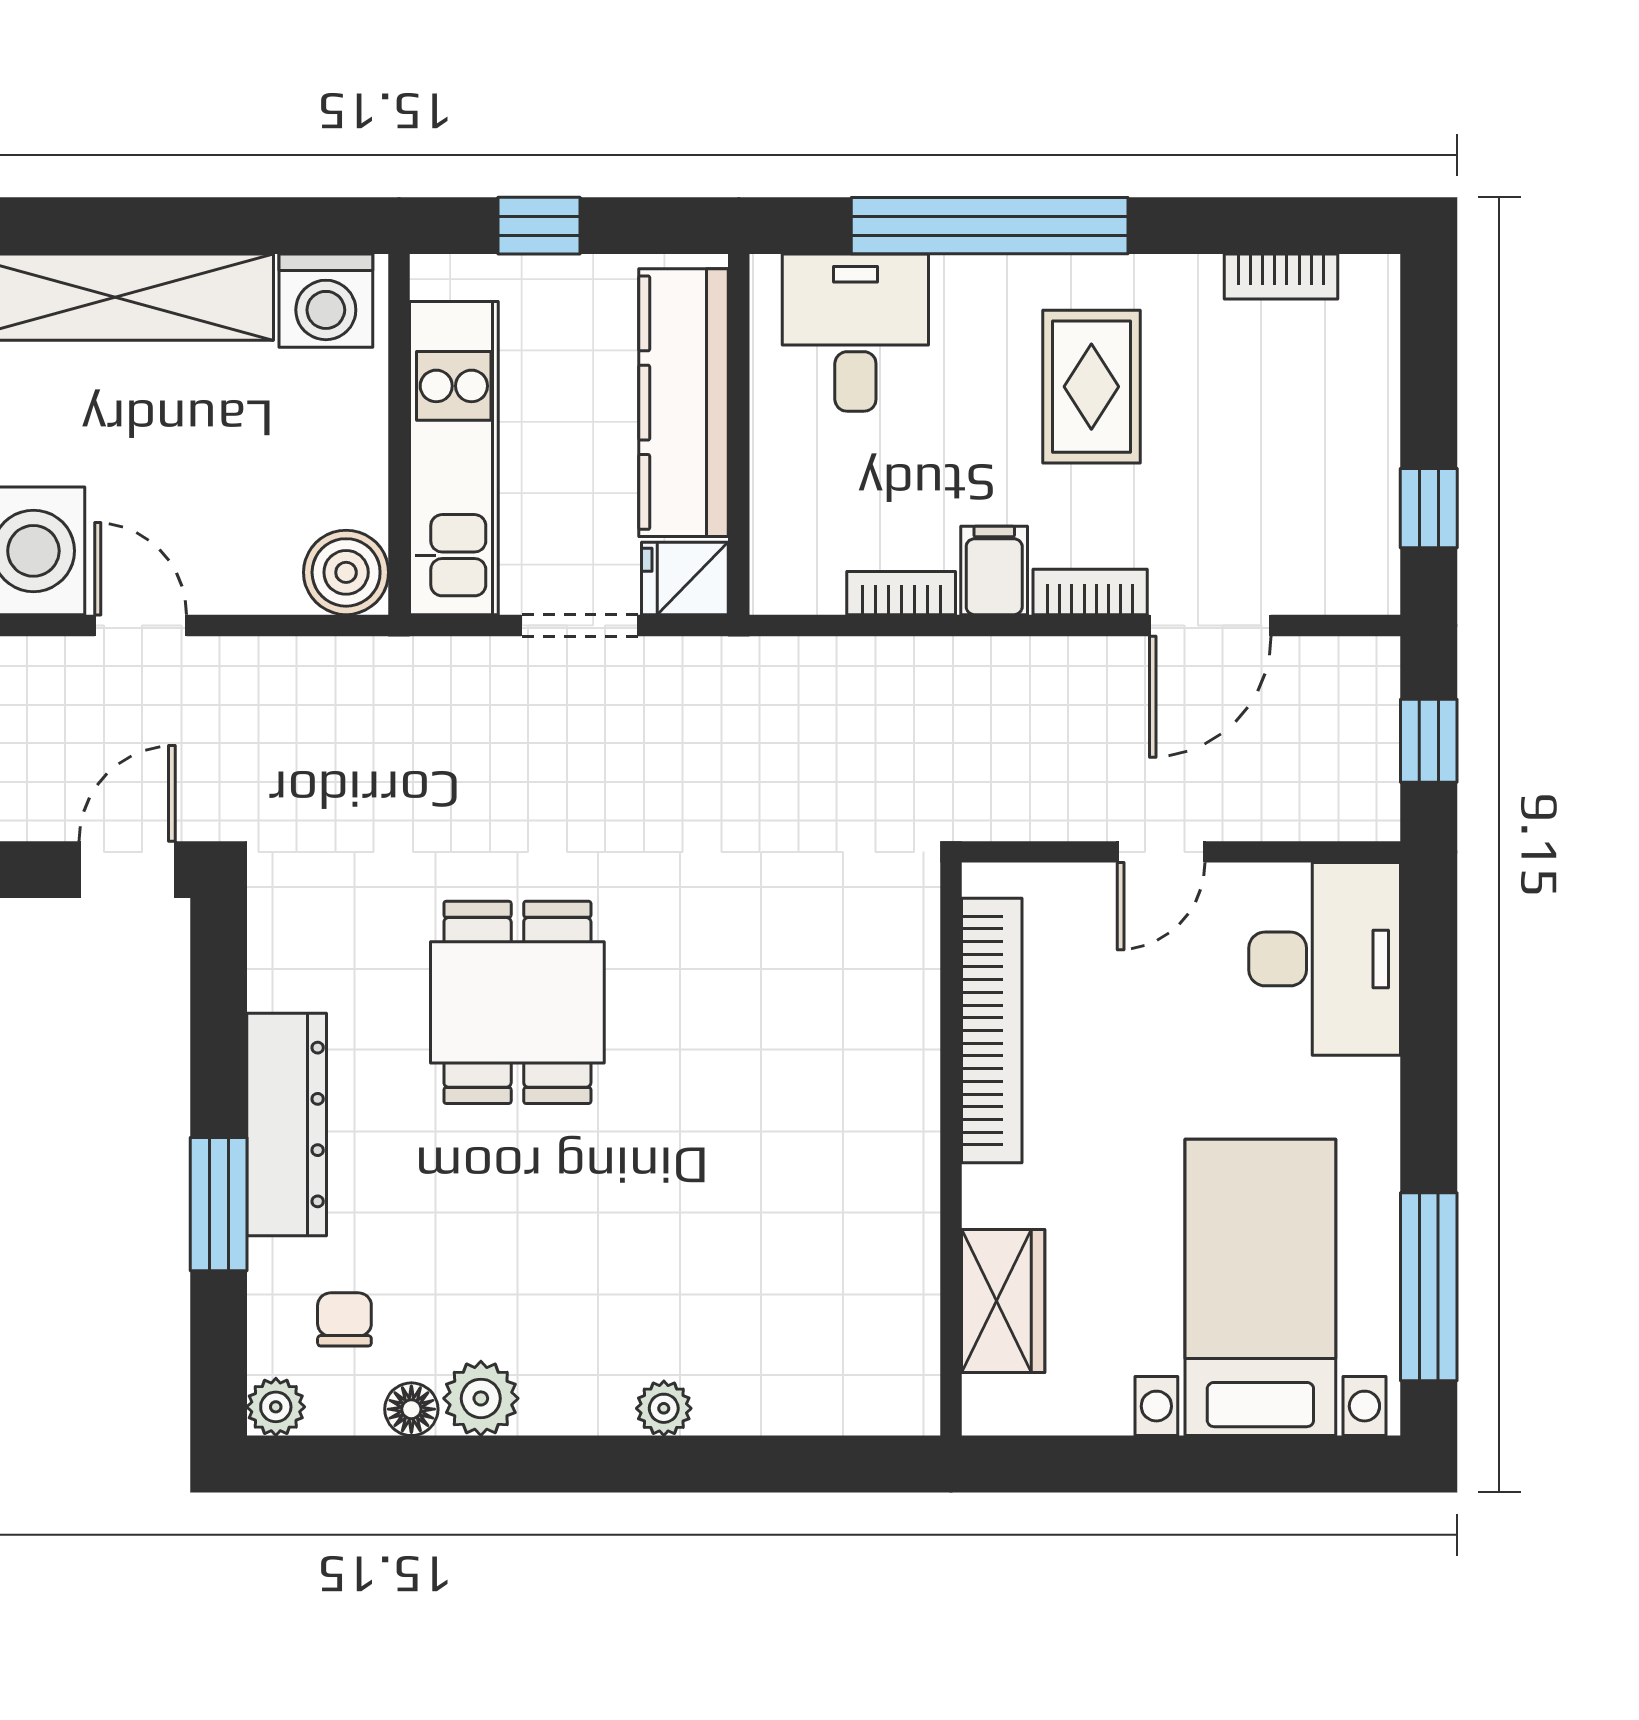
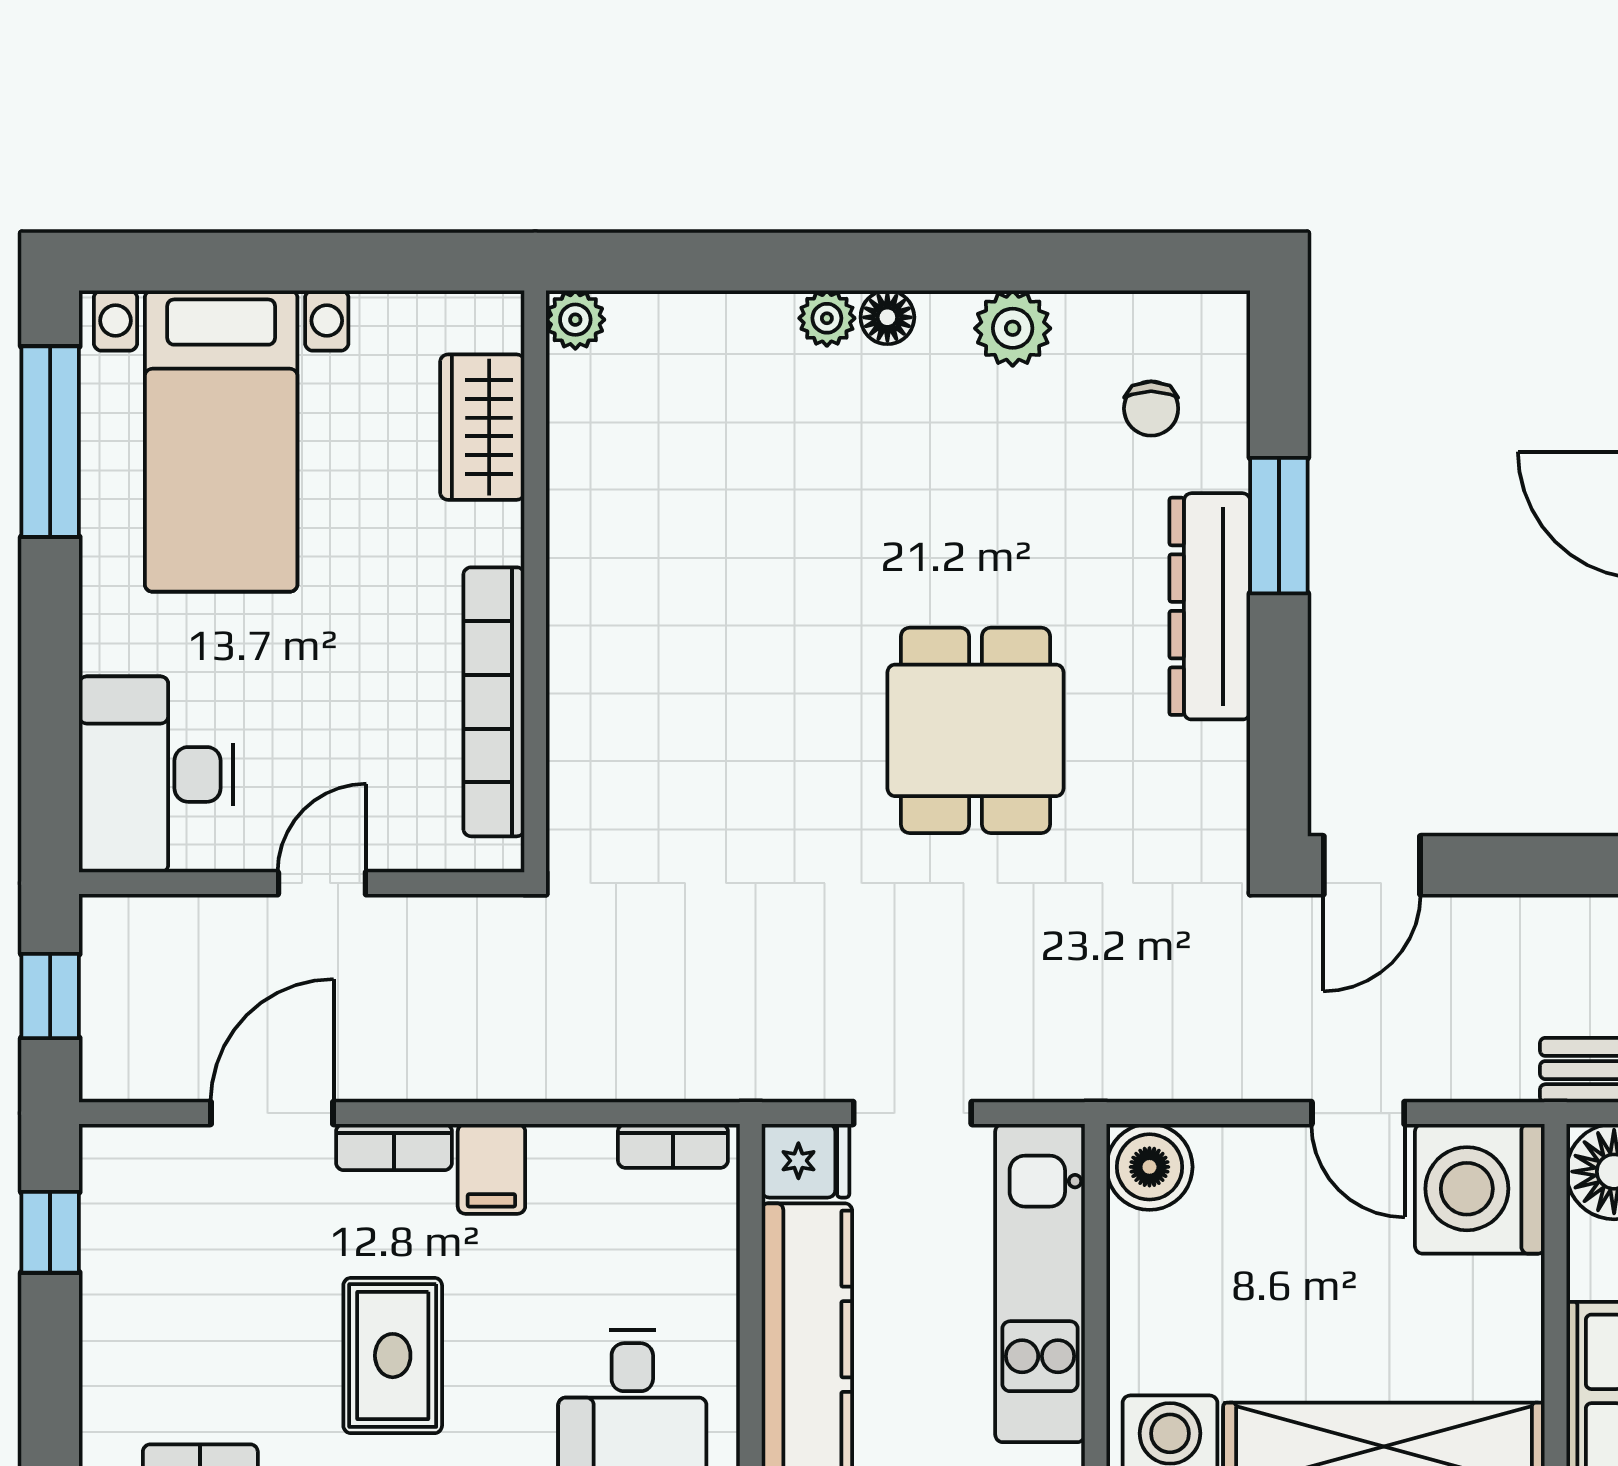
bookcase: (901, 593) -> (673, 1146), moved
plant: (276, 1407) -> (575, 320), moved
floor lamp: (411, 1409) -> (887, 317), moved

